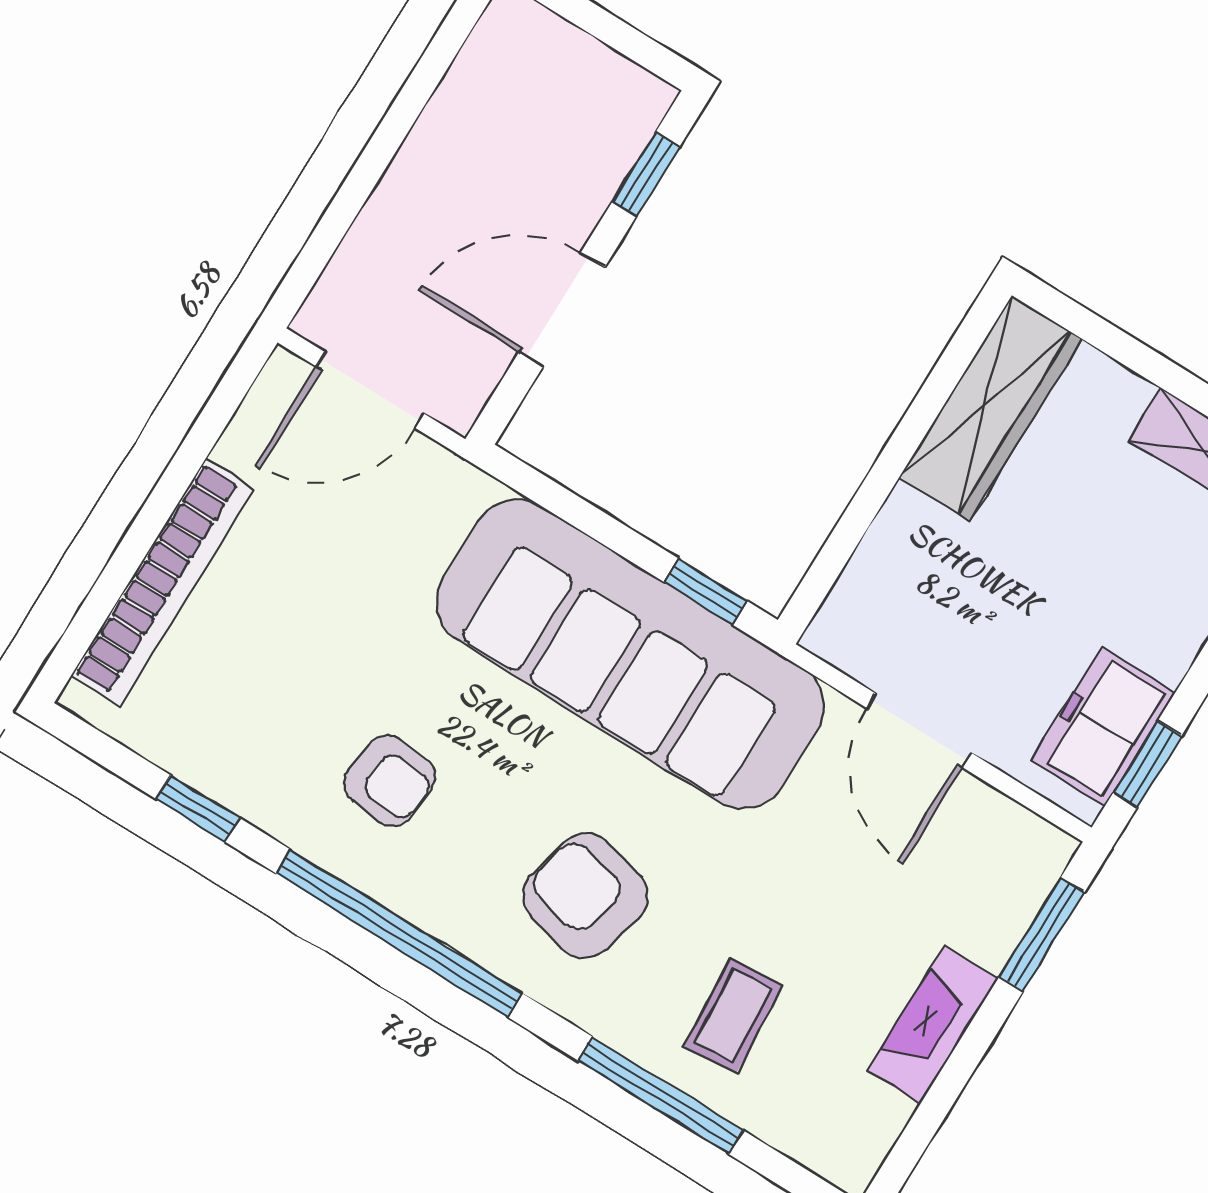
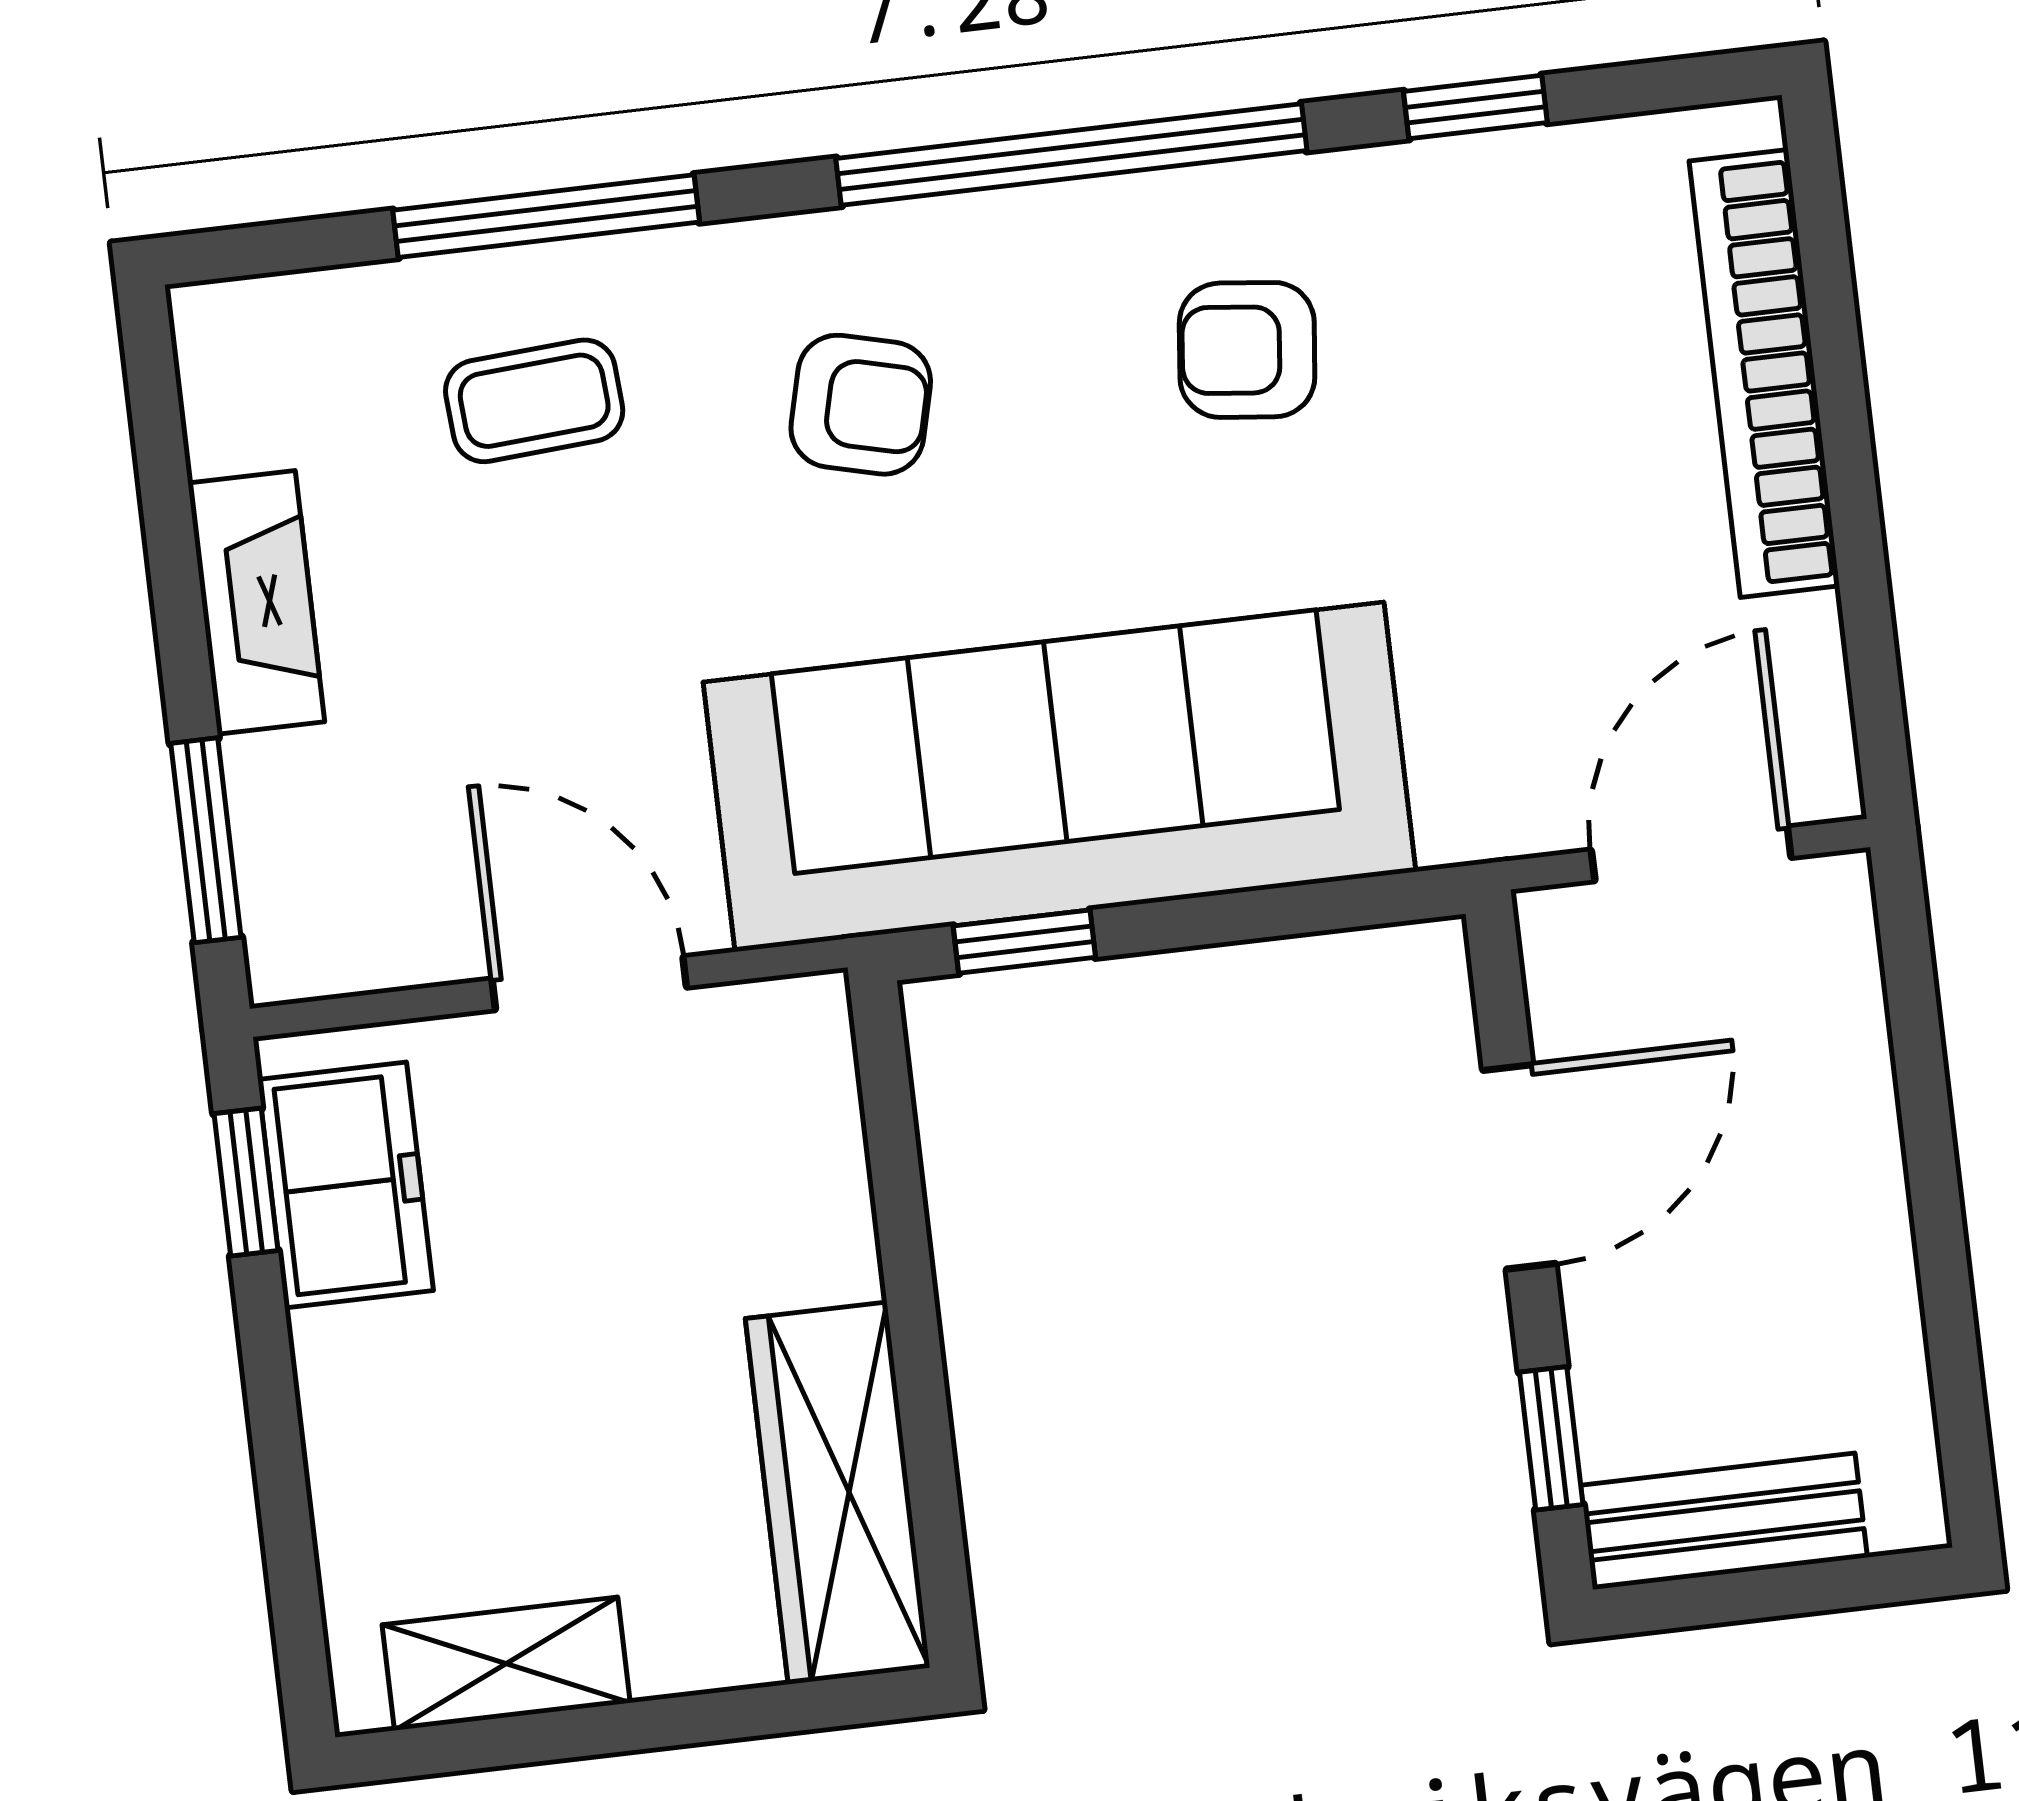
bench: (597, 74) -> (1724, 1521), added
armchair: (586, 896) -> (861, 405), width x0.72, depth x0.72
coffee table: (733, 1016) -> (534, 401), turned 90

